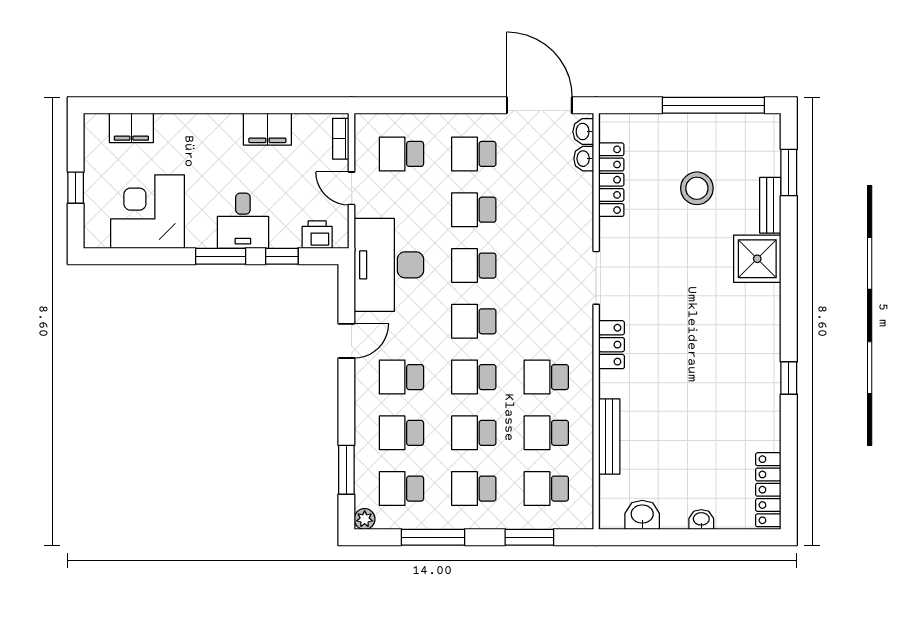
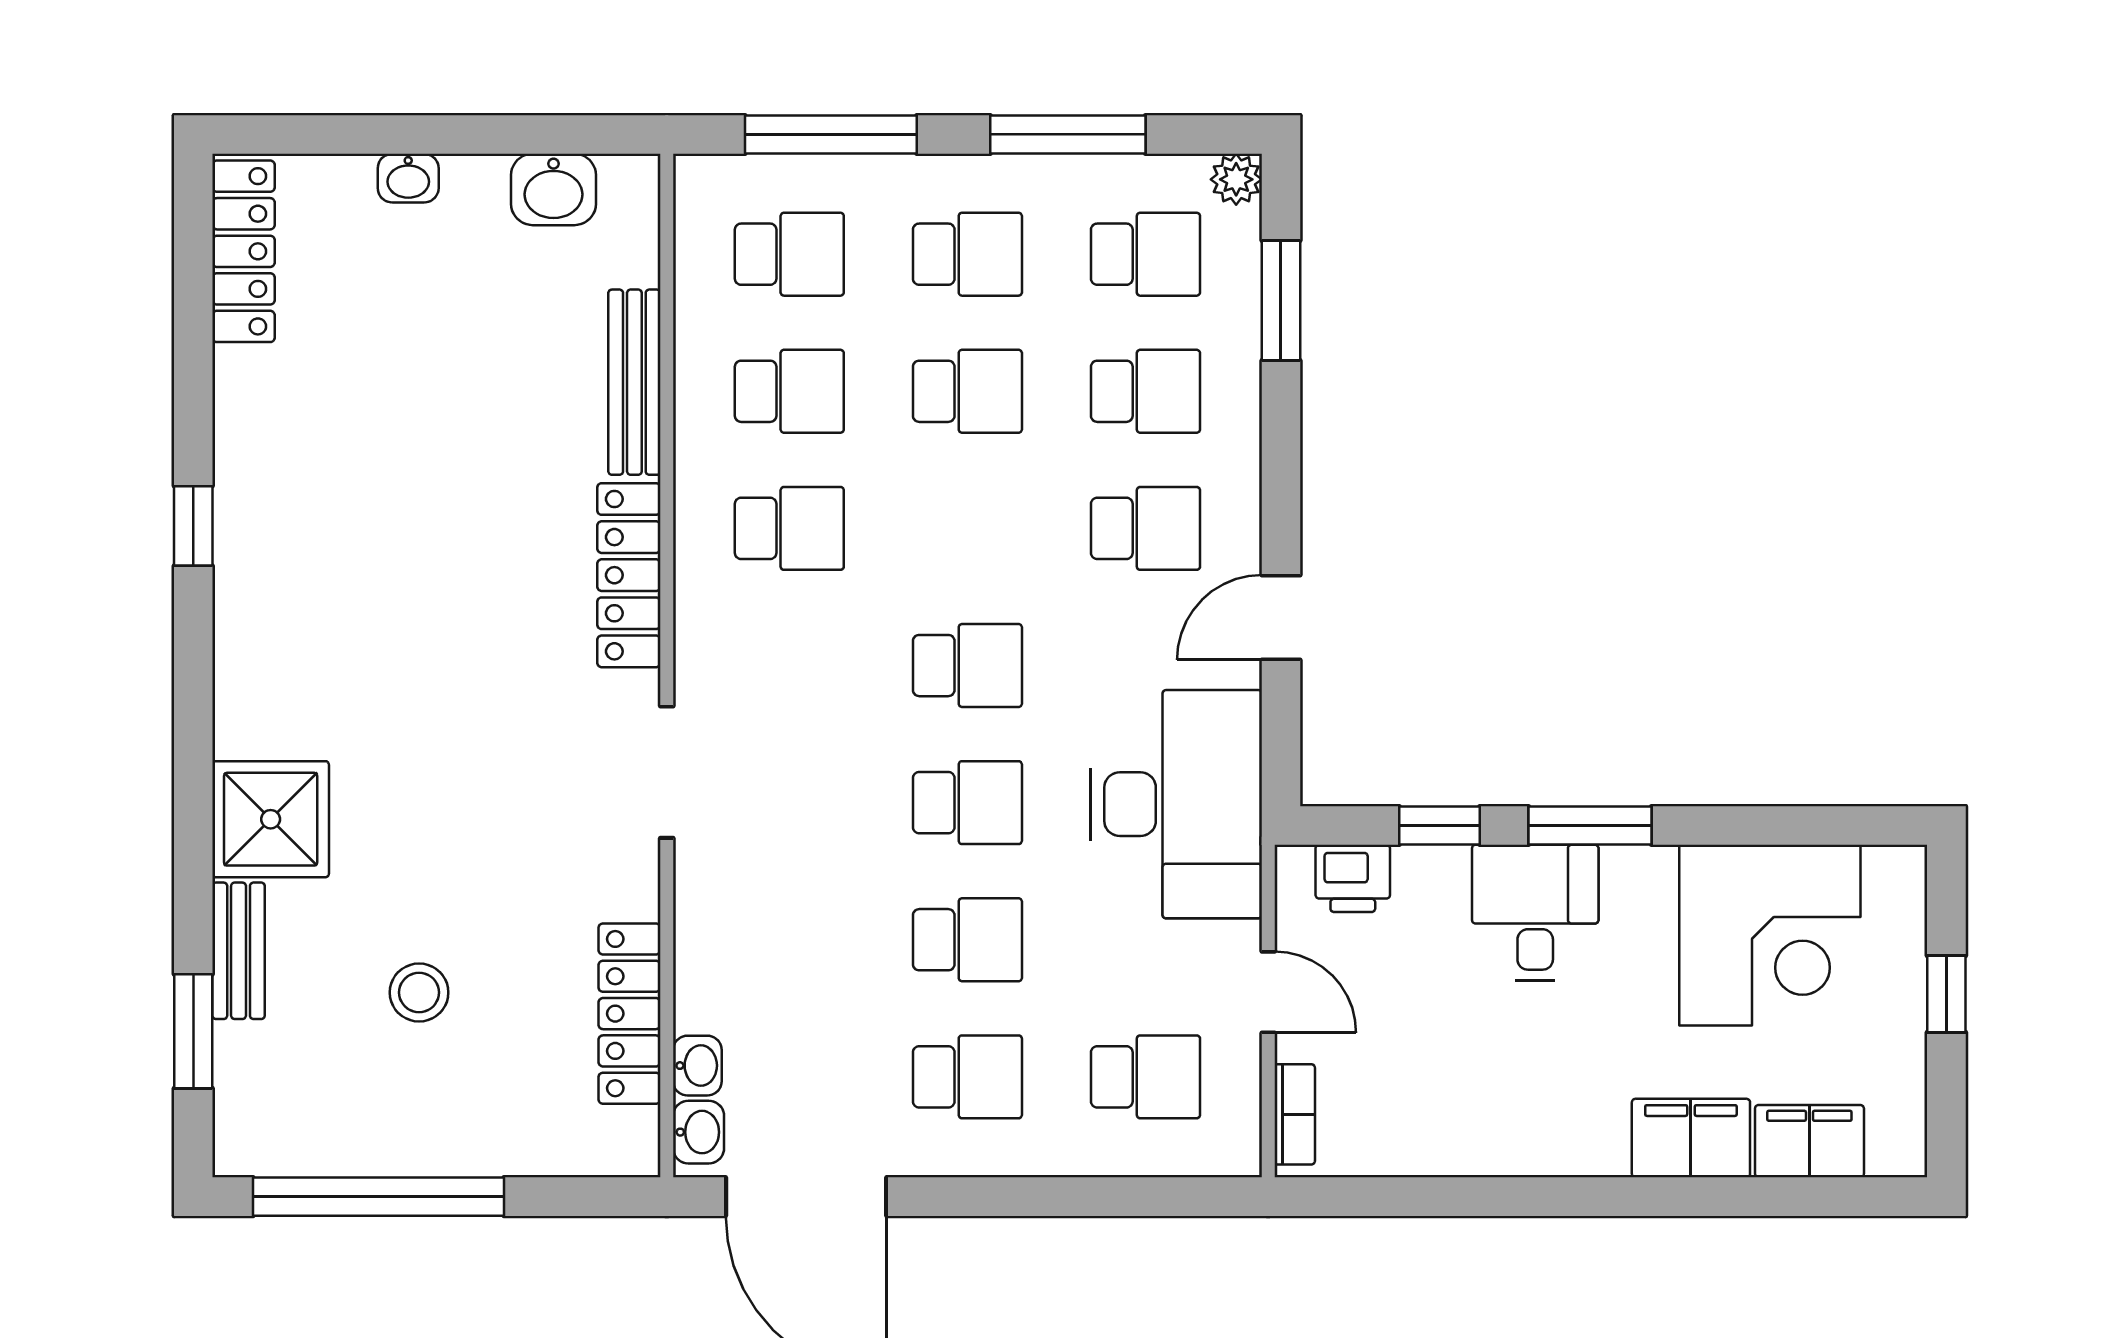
filing cabinet: (267, 129) -> (1691, 1138), moved
stool: (697, 188) -> (419, 992), width x0.73, depth x0.73
locker: (612, 345) -> (629, 575), width x1.53
school desk: (474, 377) -> (967, 528), removed
window: (529, 537) -> (831, 134), width x1.44

